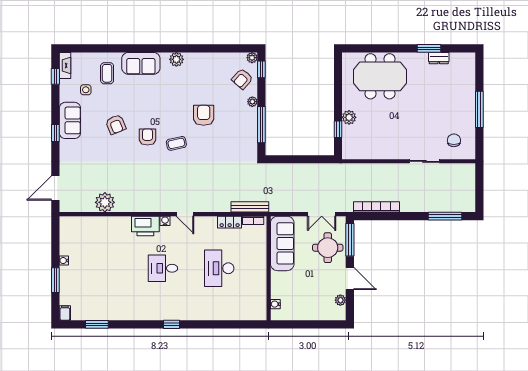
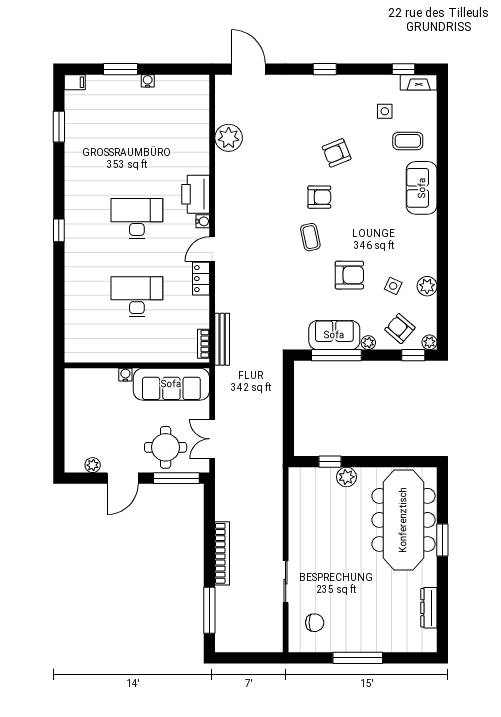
window: (429, 48) -> (442, 540), moved
dresser: (439, 58) -> (429, 608), width x1.44
plant: (176, 59) -> (427, 286), moved
meeting table: (380, 76) -> (403, 520), width x1.36
side table: (211, 84) -> (393, 286), added
sofa: (70, 120) -> (334, 335), moved, turned 180
bookcase: (376, 207) -> (222, 553), moved
locker: (230, 222) -> (201, 279), moved
desk: (163, 268) -> (137, 219), width x1.37
water cooler: (275, 304) -> (125, 375), moved

